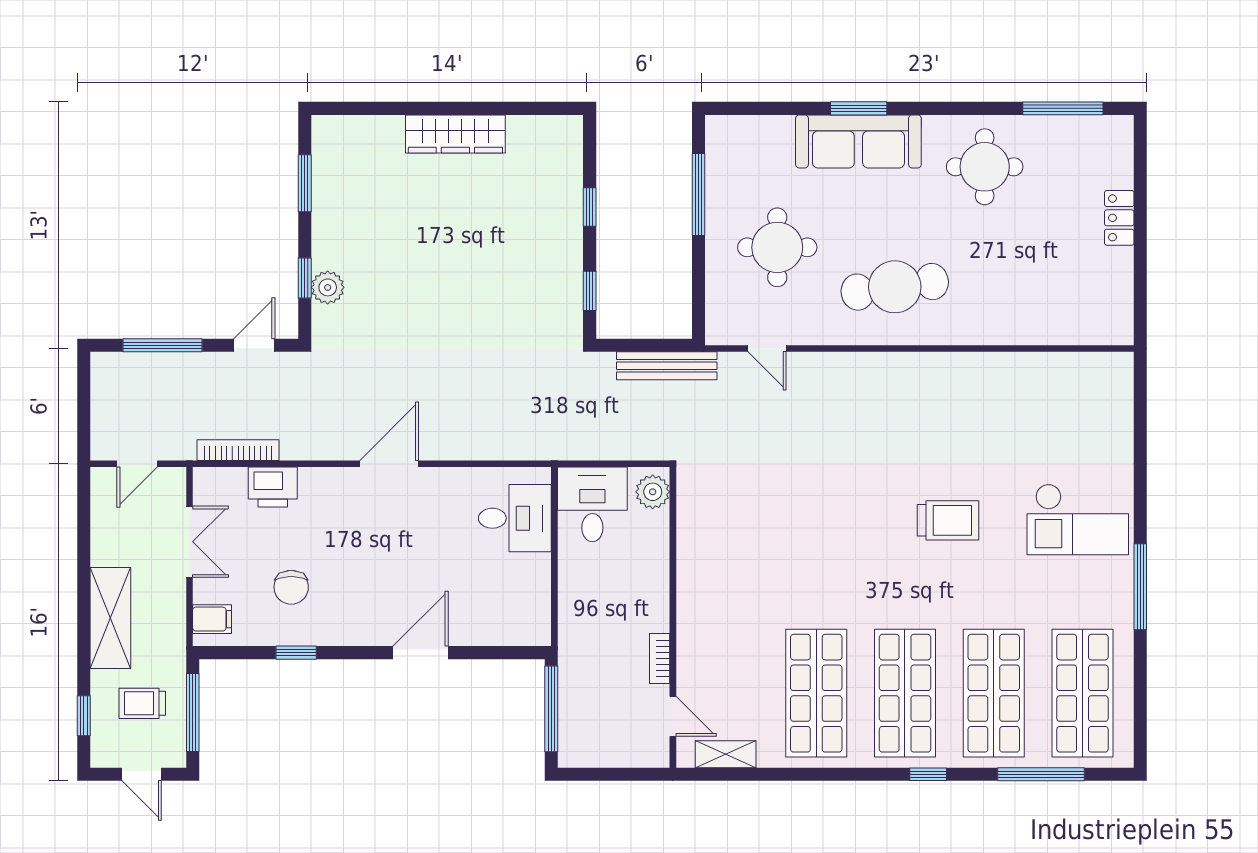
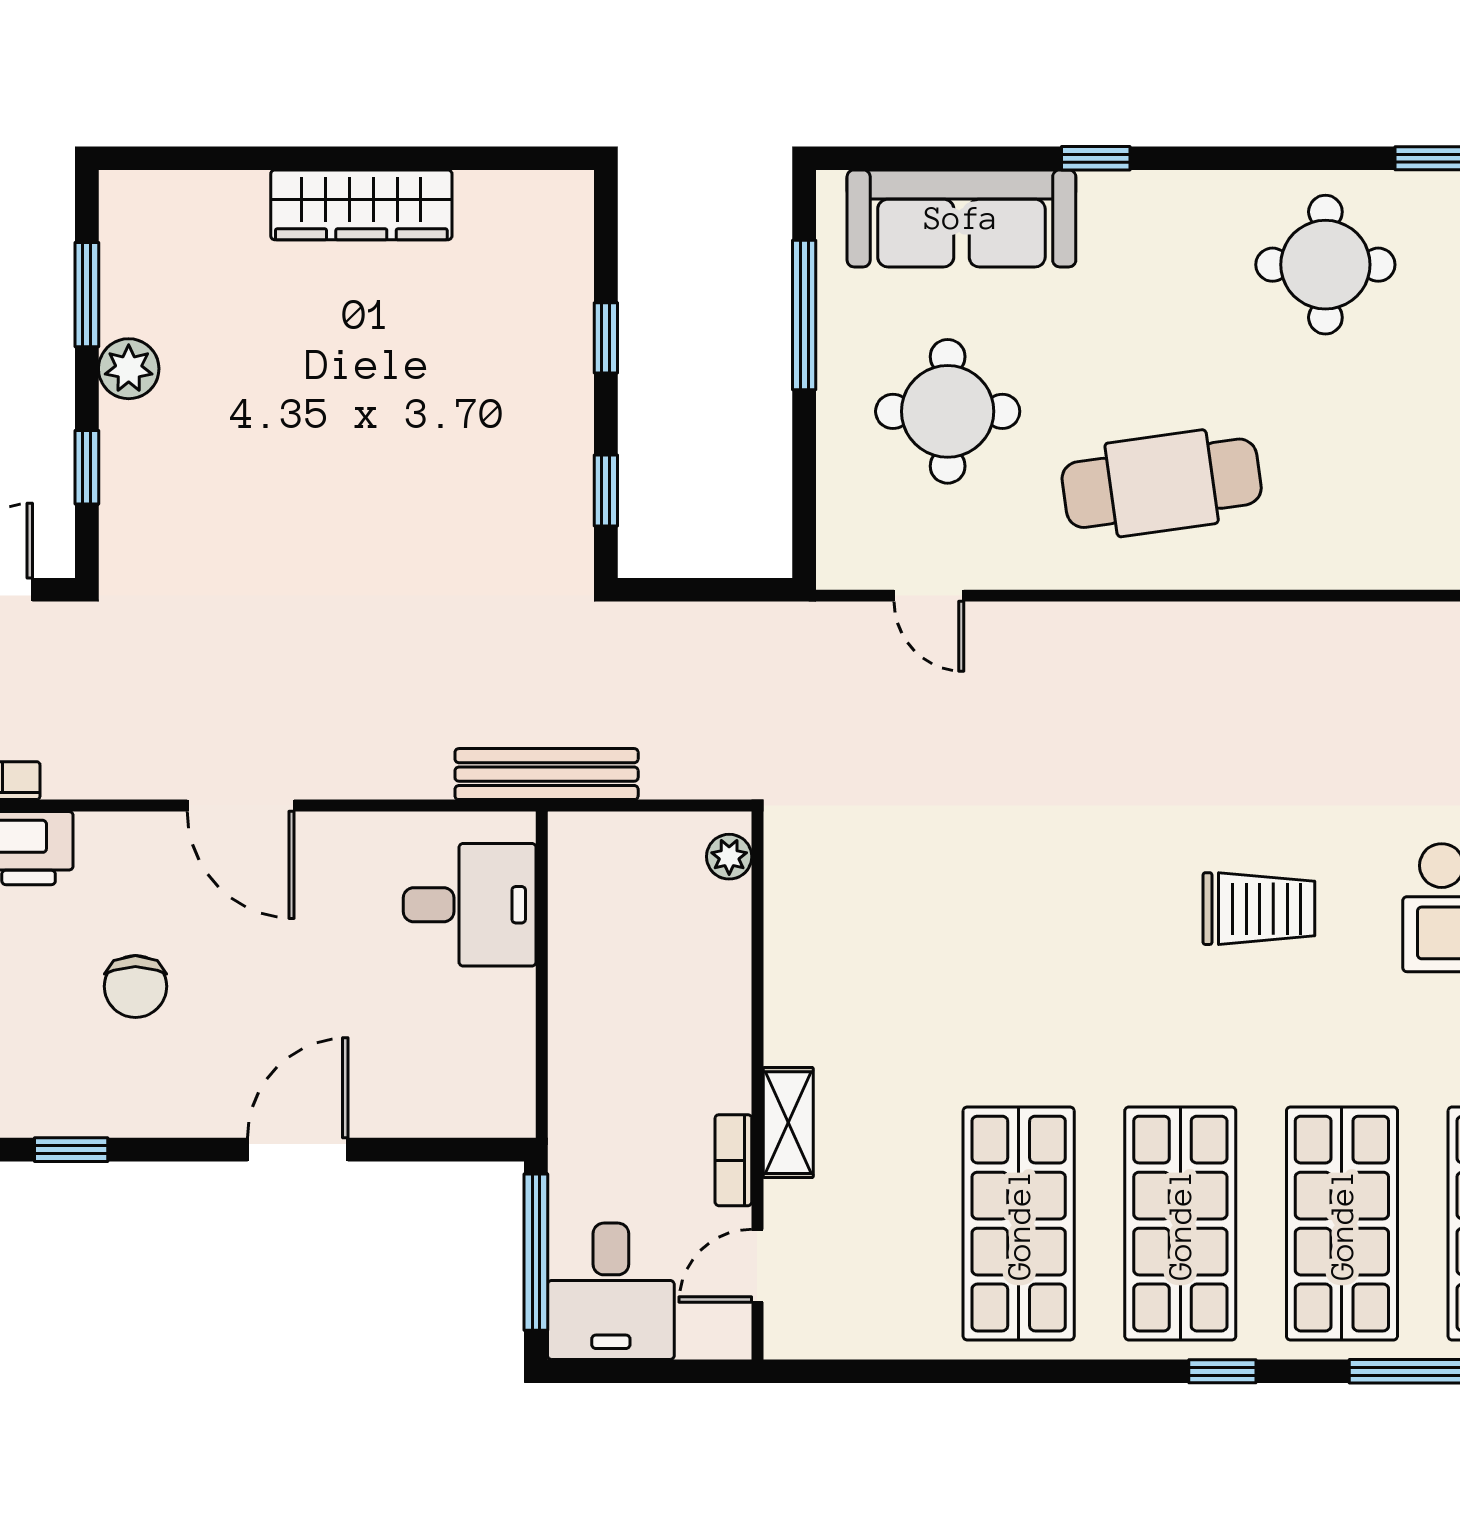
window: (859, 108) -> (1096, 158), width x0.67
sofa: (858, 141) -> (961, 218), moved
plant: (328, 287) -> (129, 369), moved
bench: (667, 366) -> (547, 774), moved
door: (389, 464) -> (241, 806), swing flipped
plant: (653, 492) -> (729, 857), width x0.73, depth x0.73
desk: (592, 504) -> (611, 1291), moved, turned 180
chair: (291, 587) -> (135, 986), moved
door: (673, 716) -> (757, 1266), swing flipped
shelving: (726, 754) -> (788, 1123), moved, turned 90

